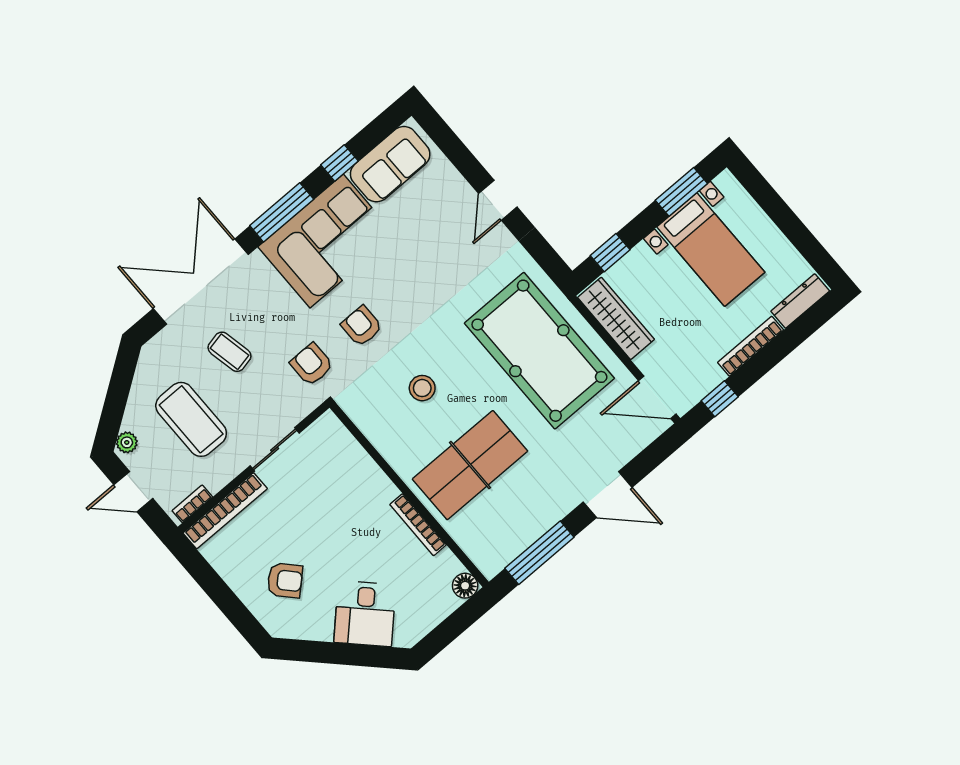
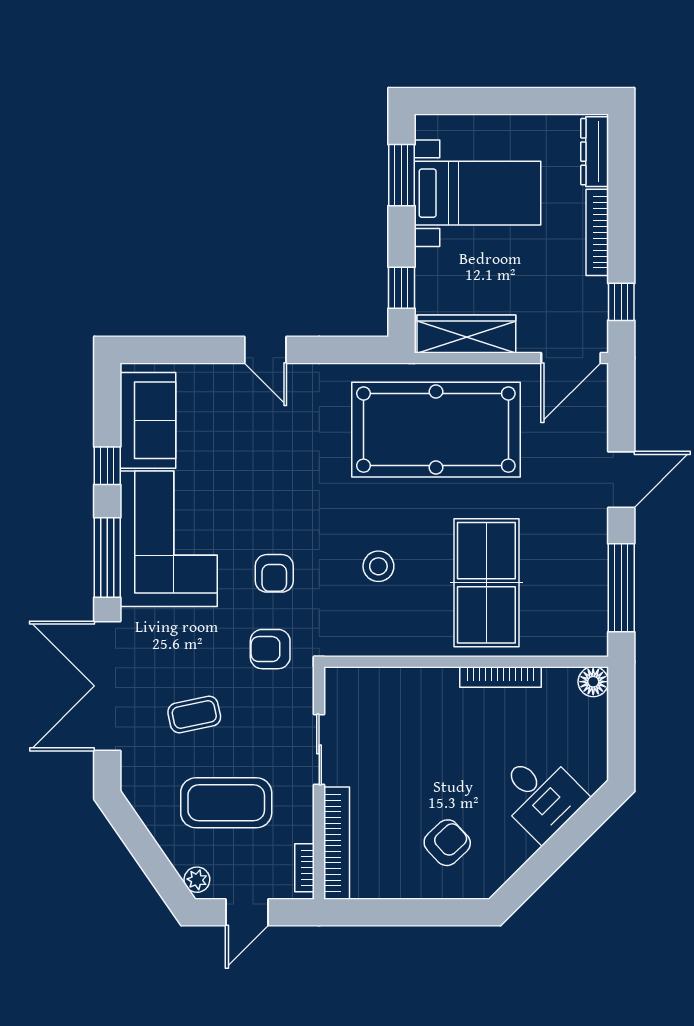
armchair: (362, 326) -> (274, 573), turned -90

